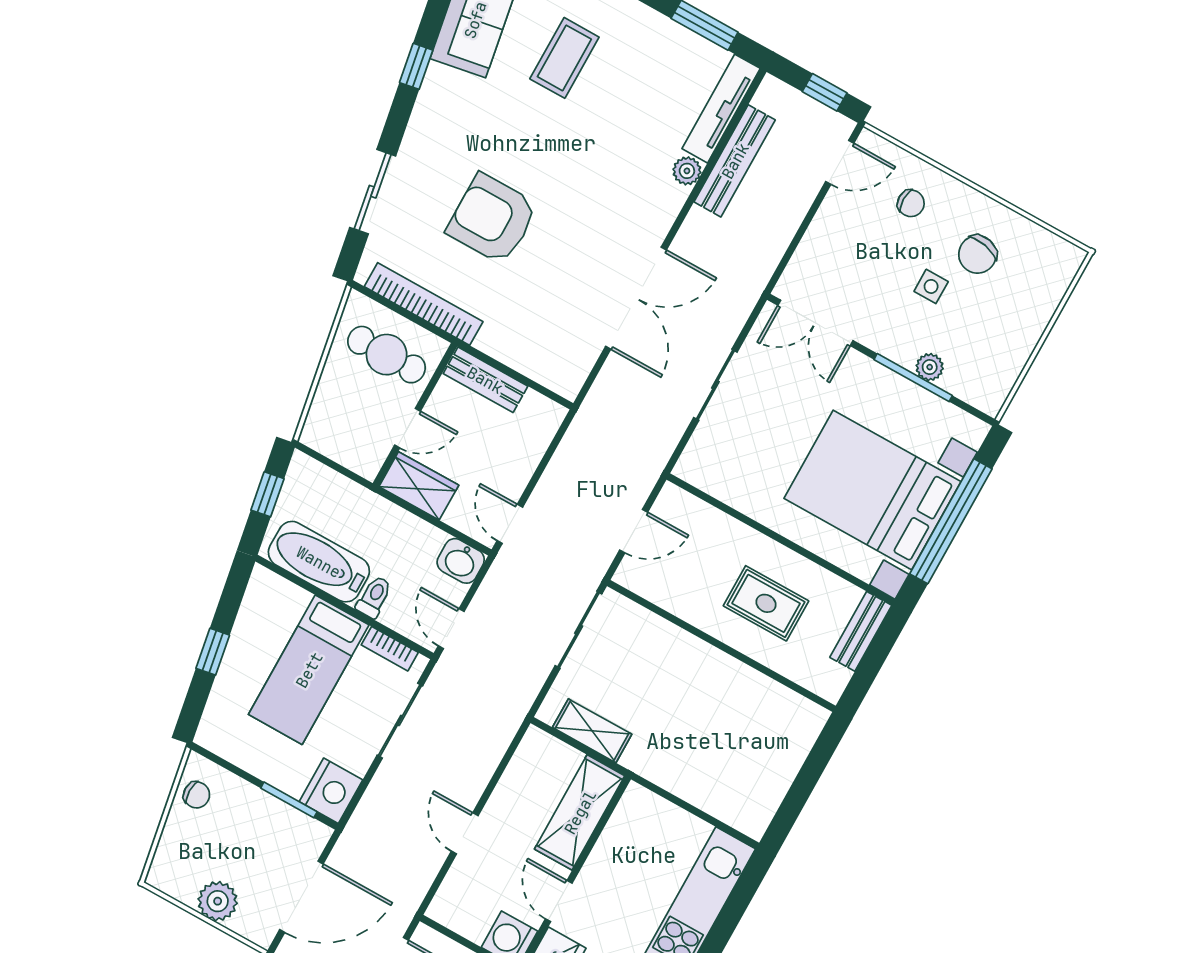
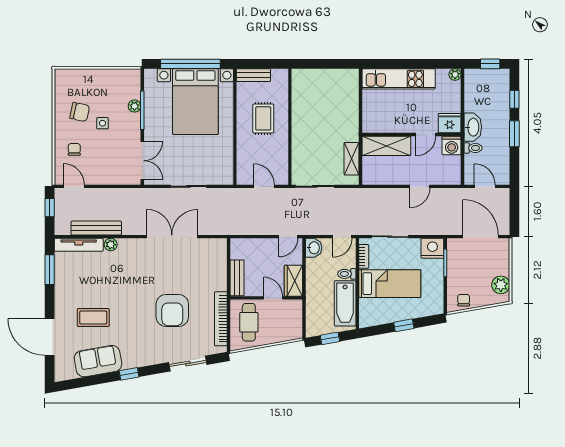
plant: (218, 901) -> (501, 285), moved

